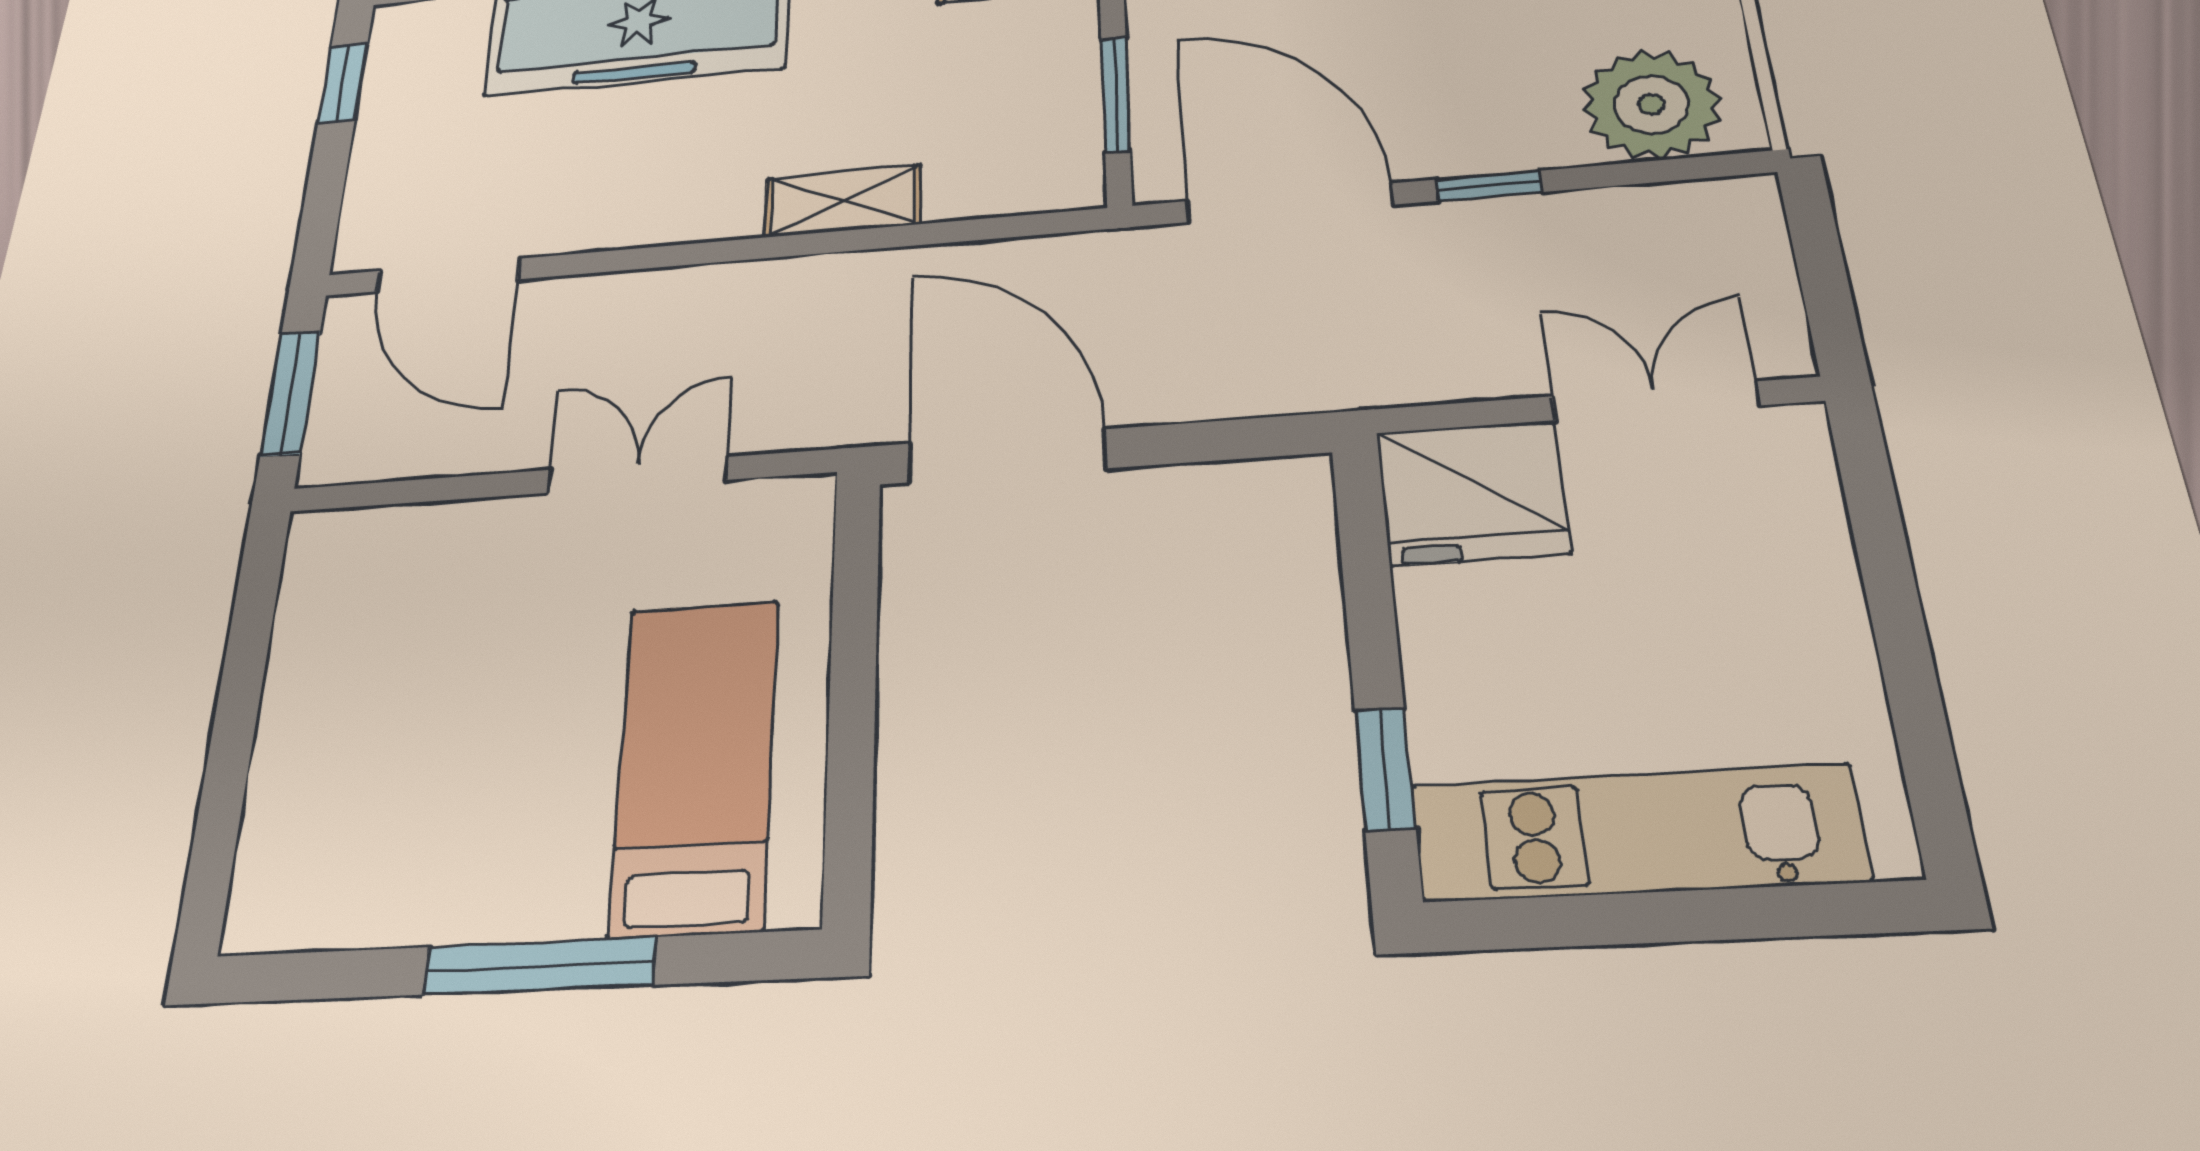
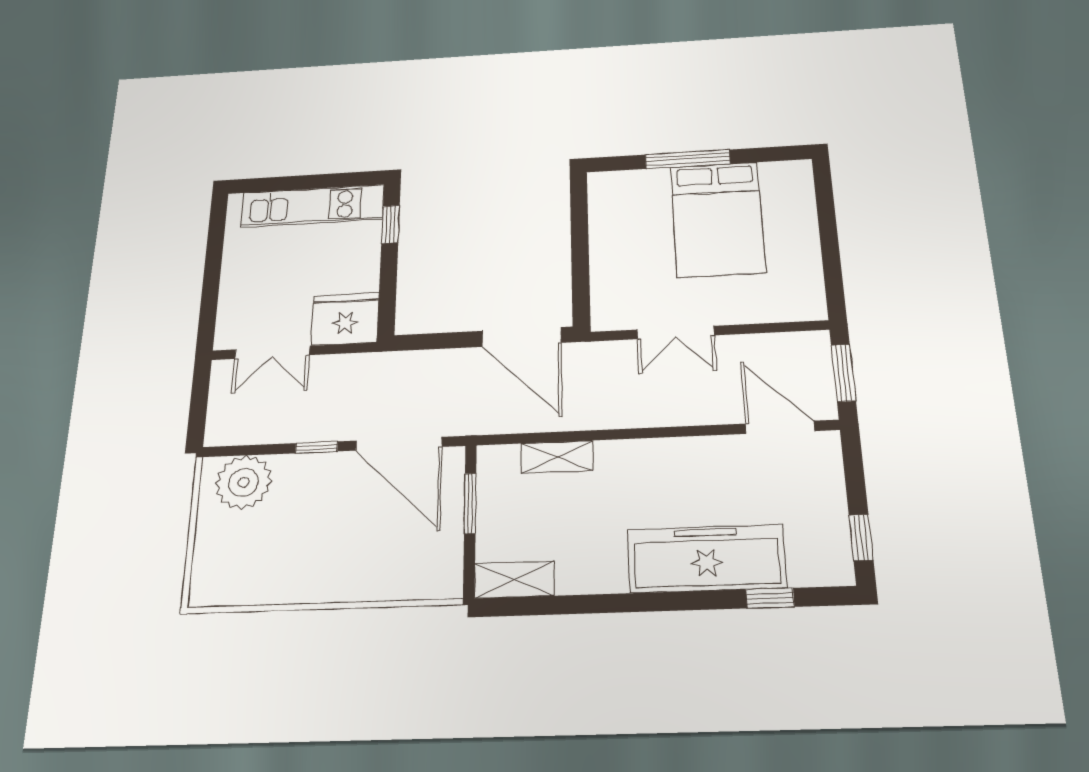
shelving: (843, 201) -> (557, 457), moved
bed: (695, 765) -> (718, 219), moved, width x1.50

